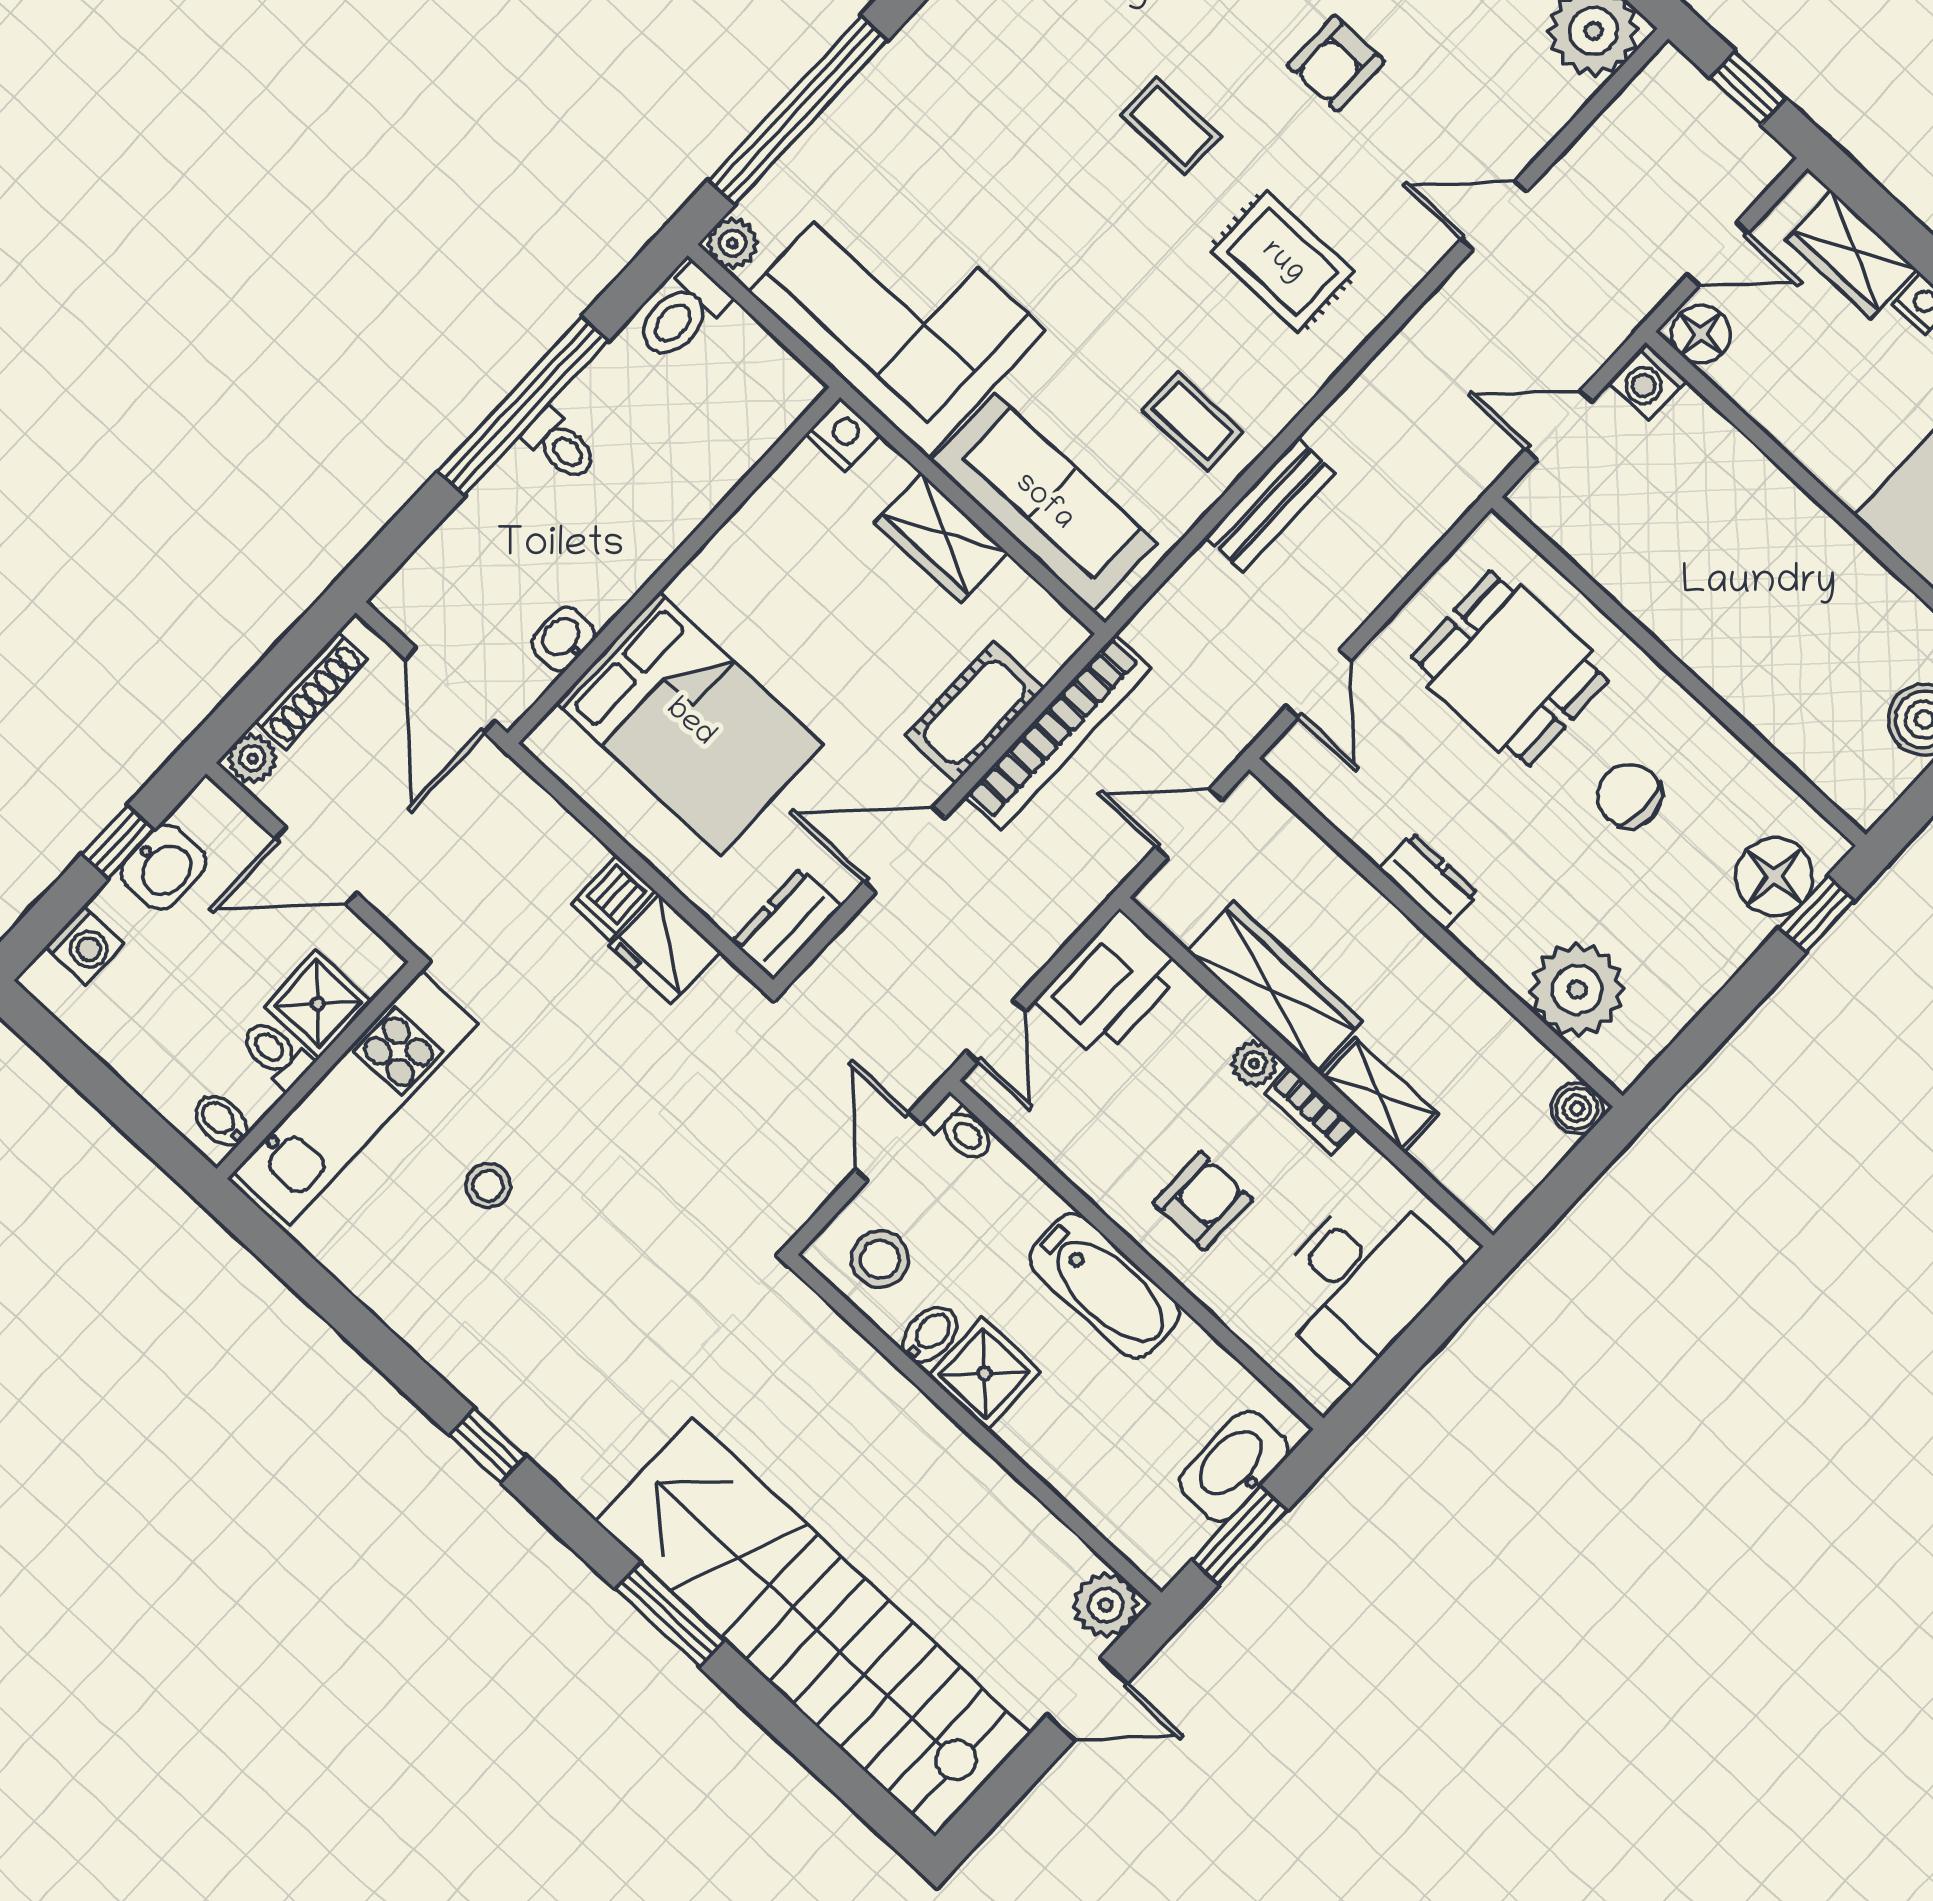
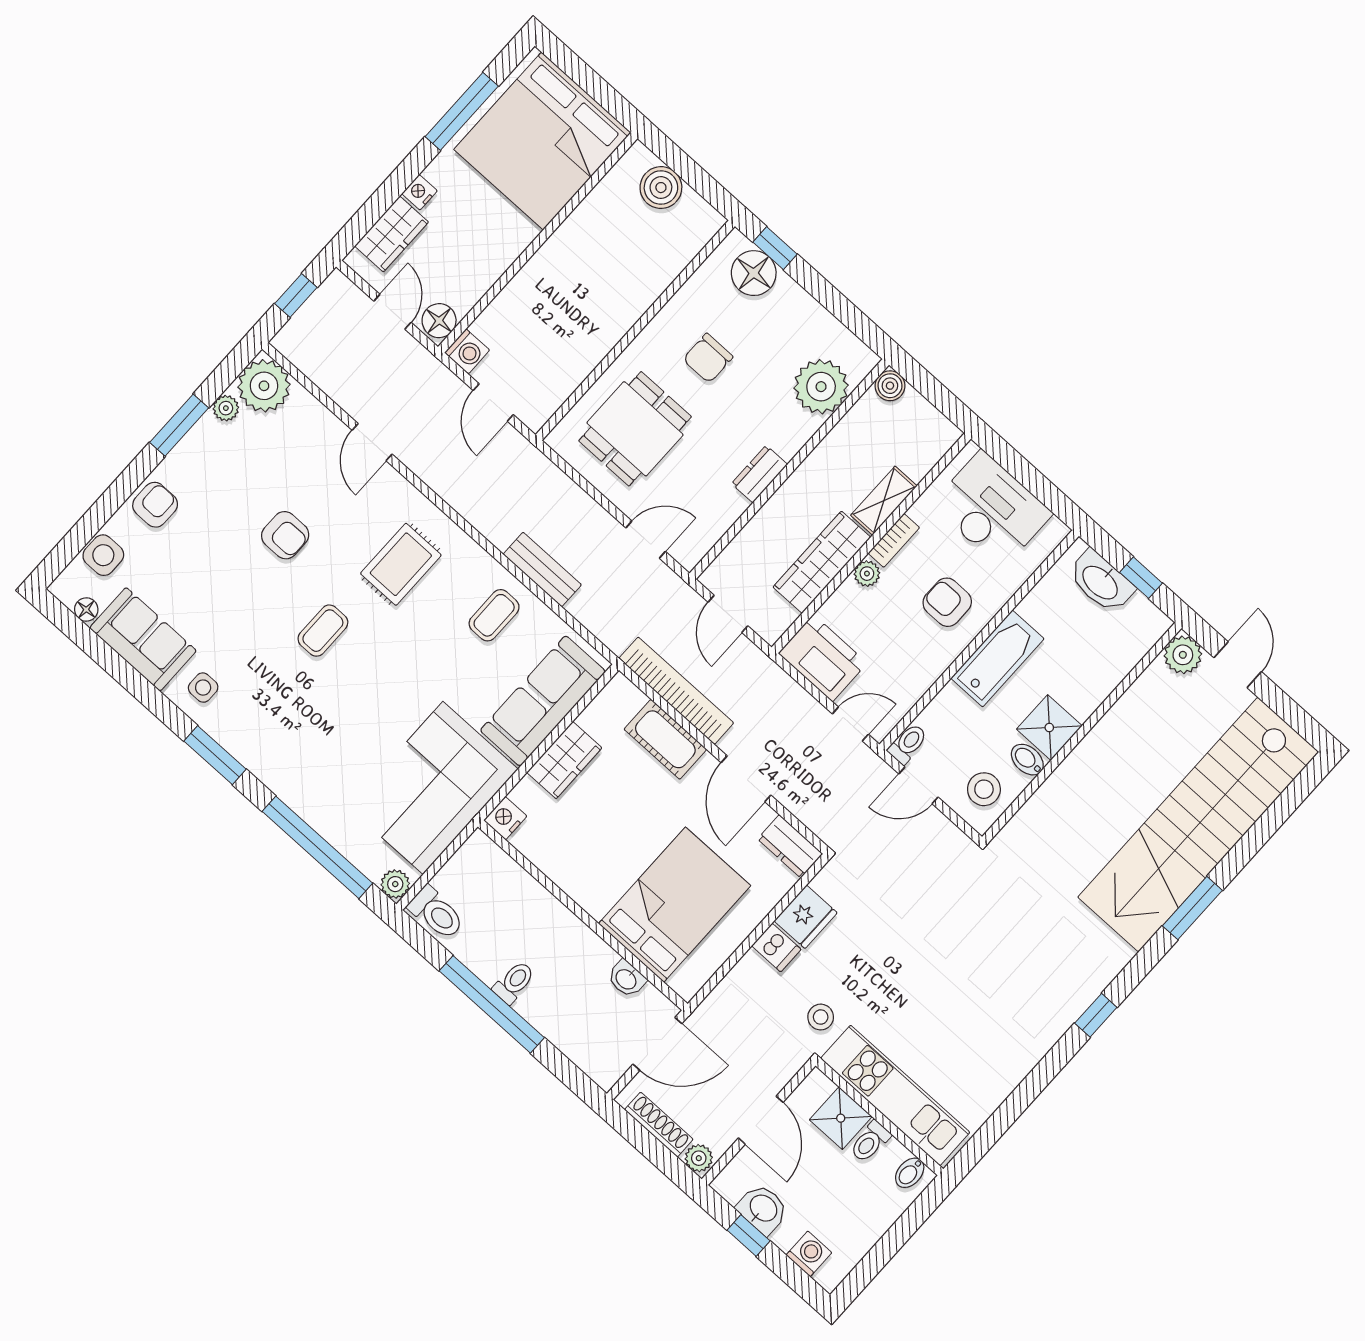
stool: (488, 1186) -> (821, 1017), moved
window: (1240, 1535) -> (1141, 578), width x0.67

